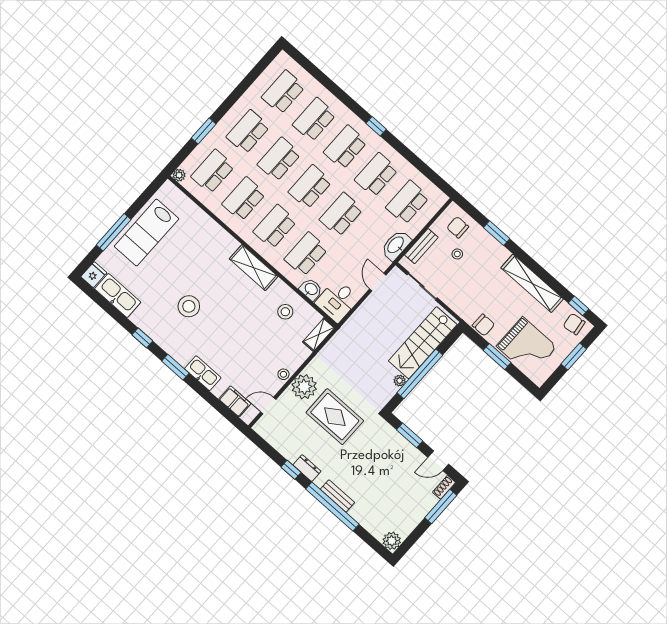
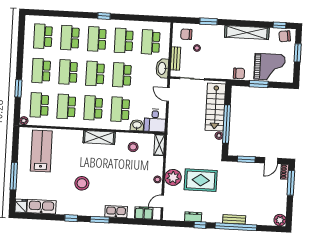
lab bench: (147, 233) -> (41, 151), moved, turned 180
dresser: (307, 468) -> (193, 217), moved

